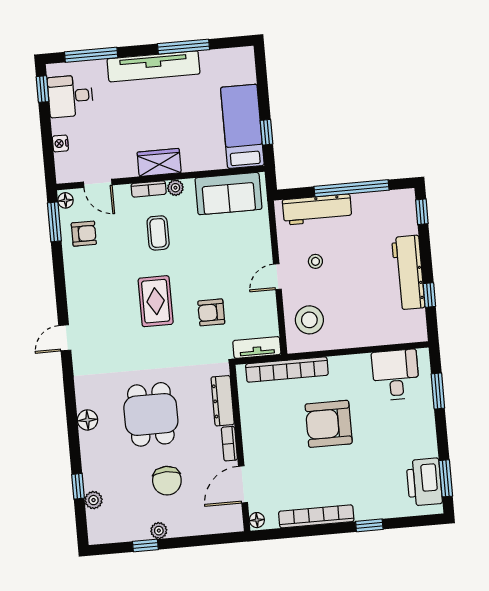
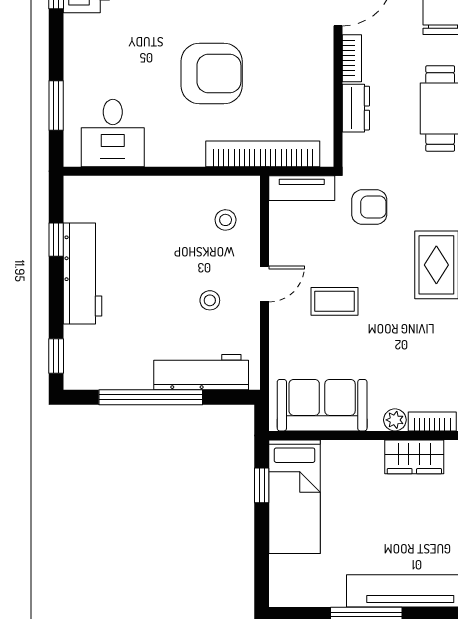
coffee table: (158, 233) -> (335, 301), moved, turned 90
armchair: (211, 312) -> (369, 207), moved
stool: (309, 320) -> (226, 220), width x0.53, depth x0.53
dresser: (223, 401) -> (356, 108), width x0.70

